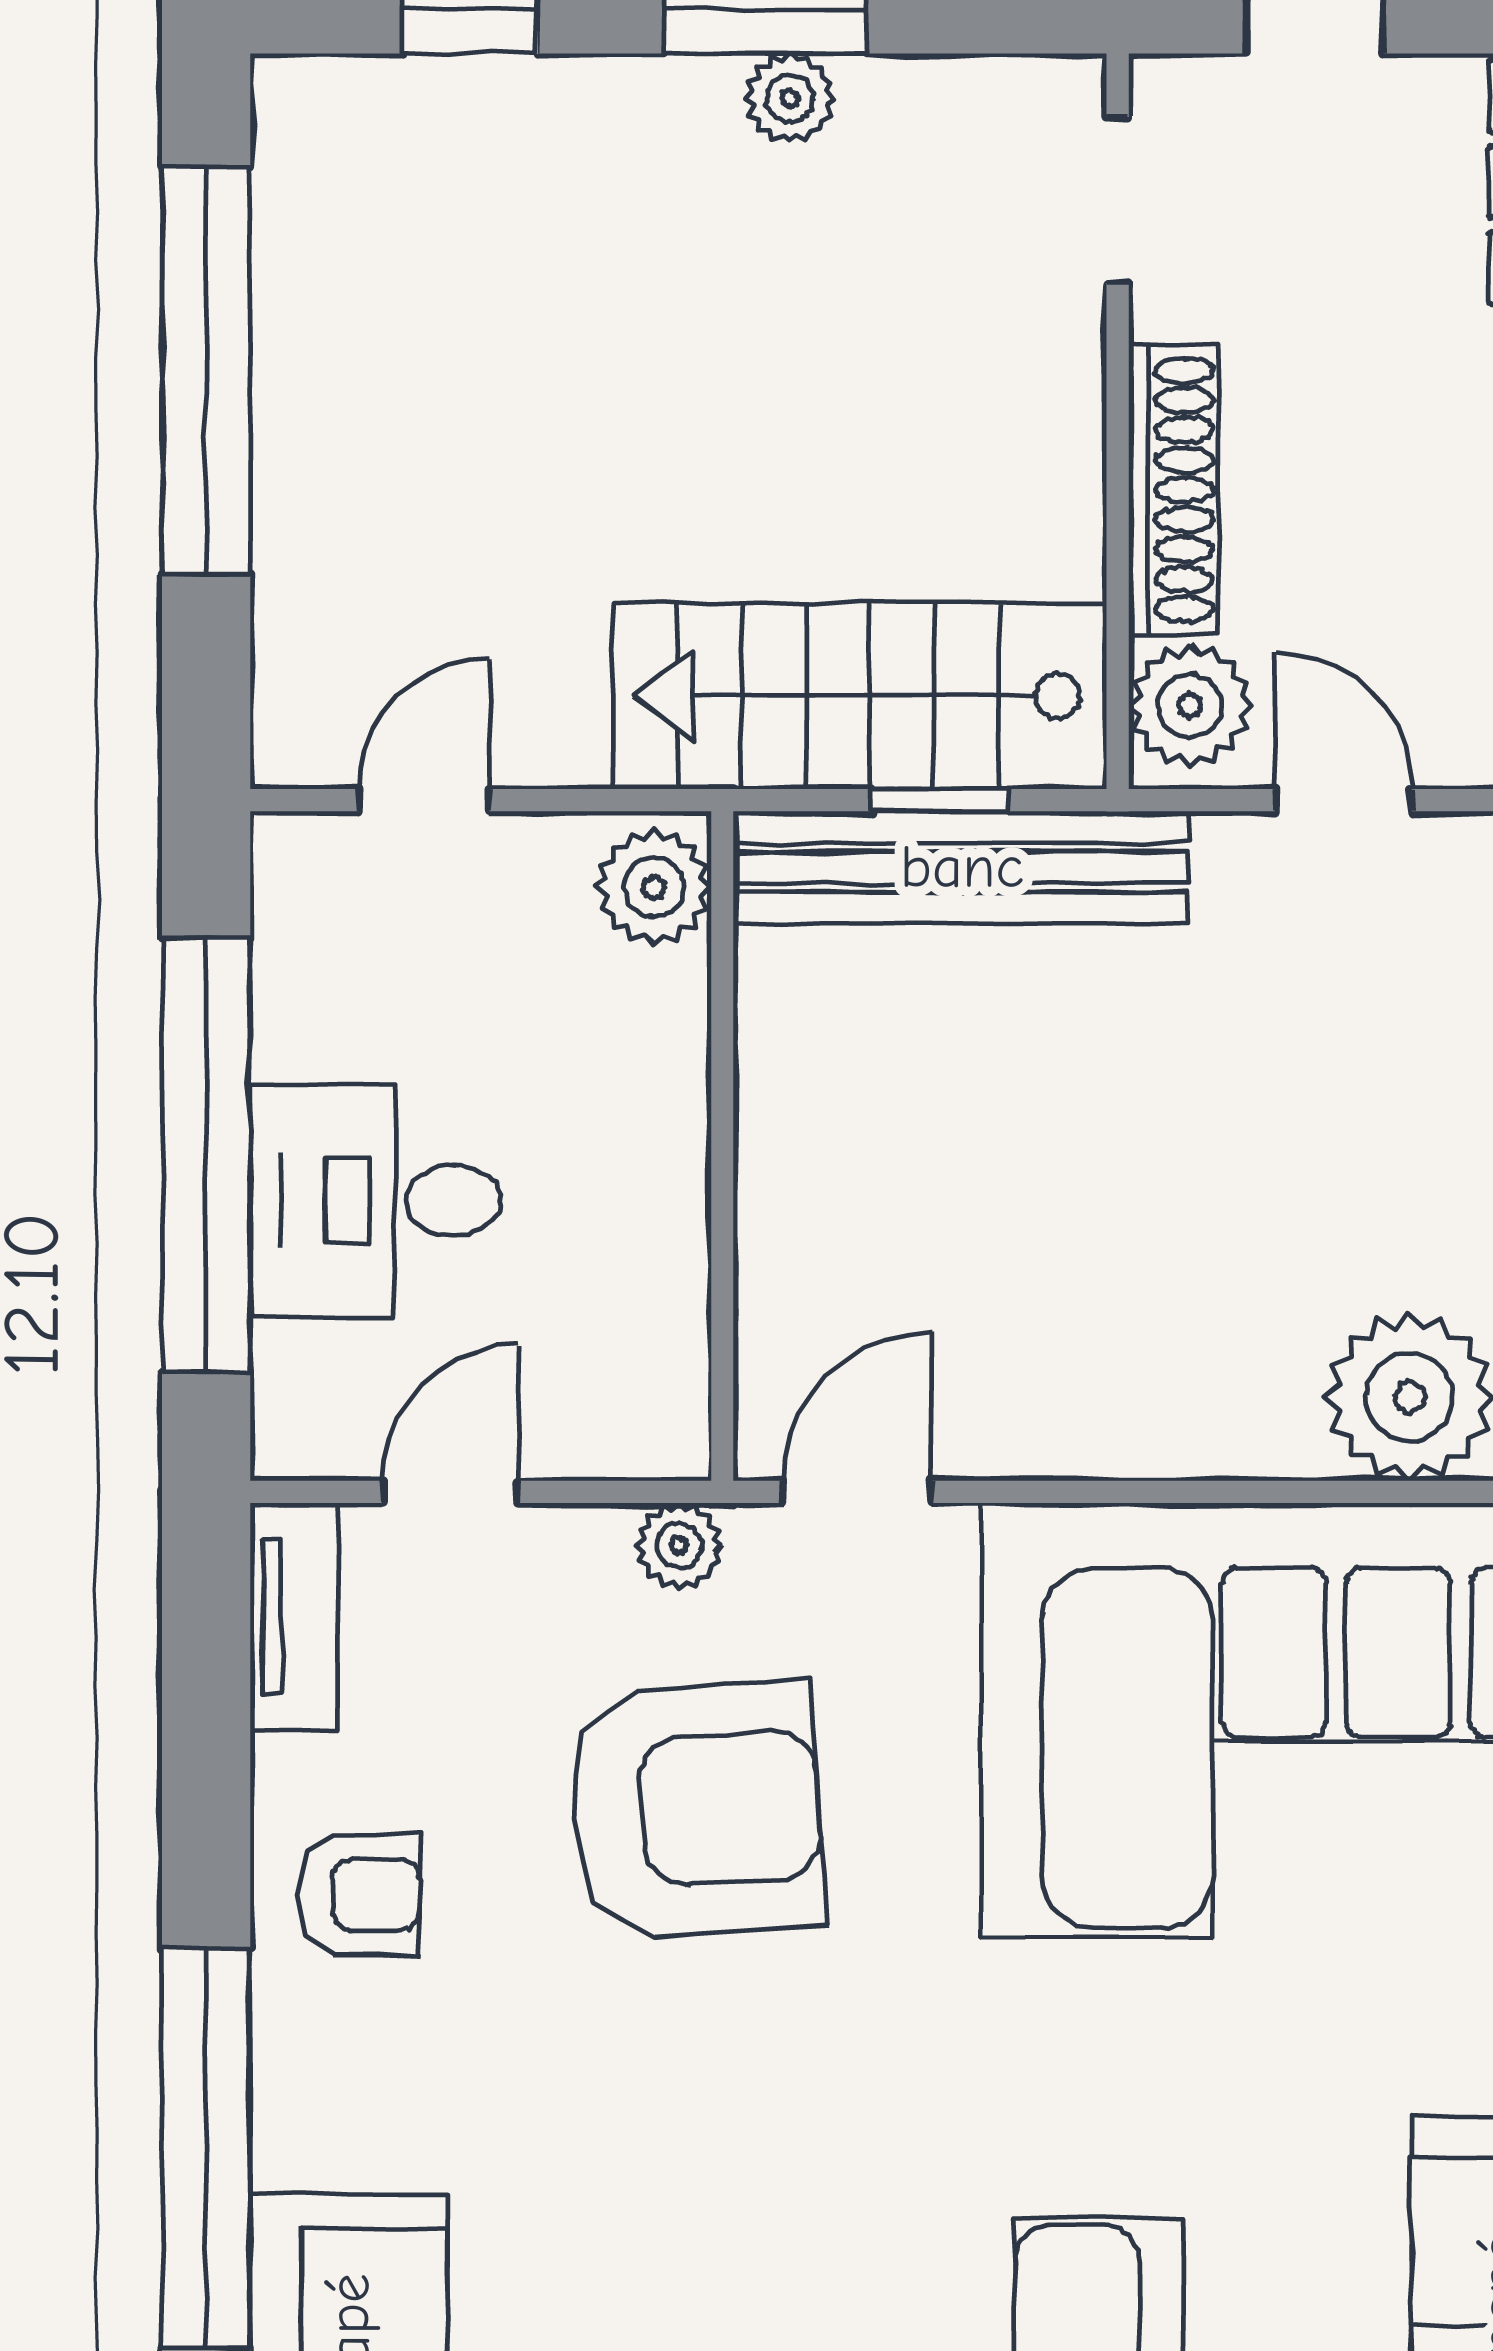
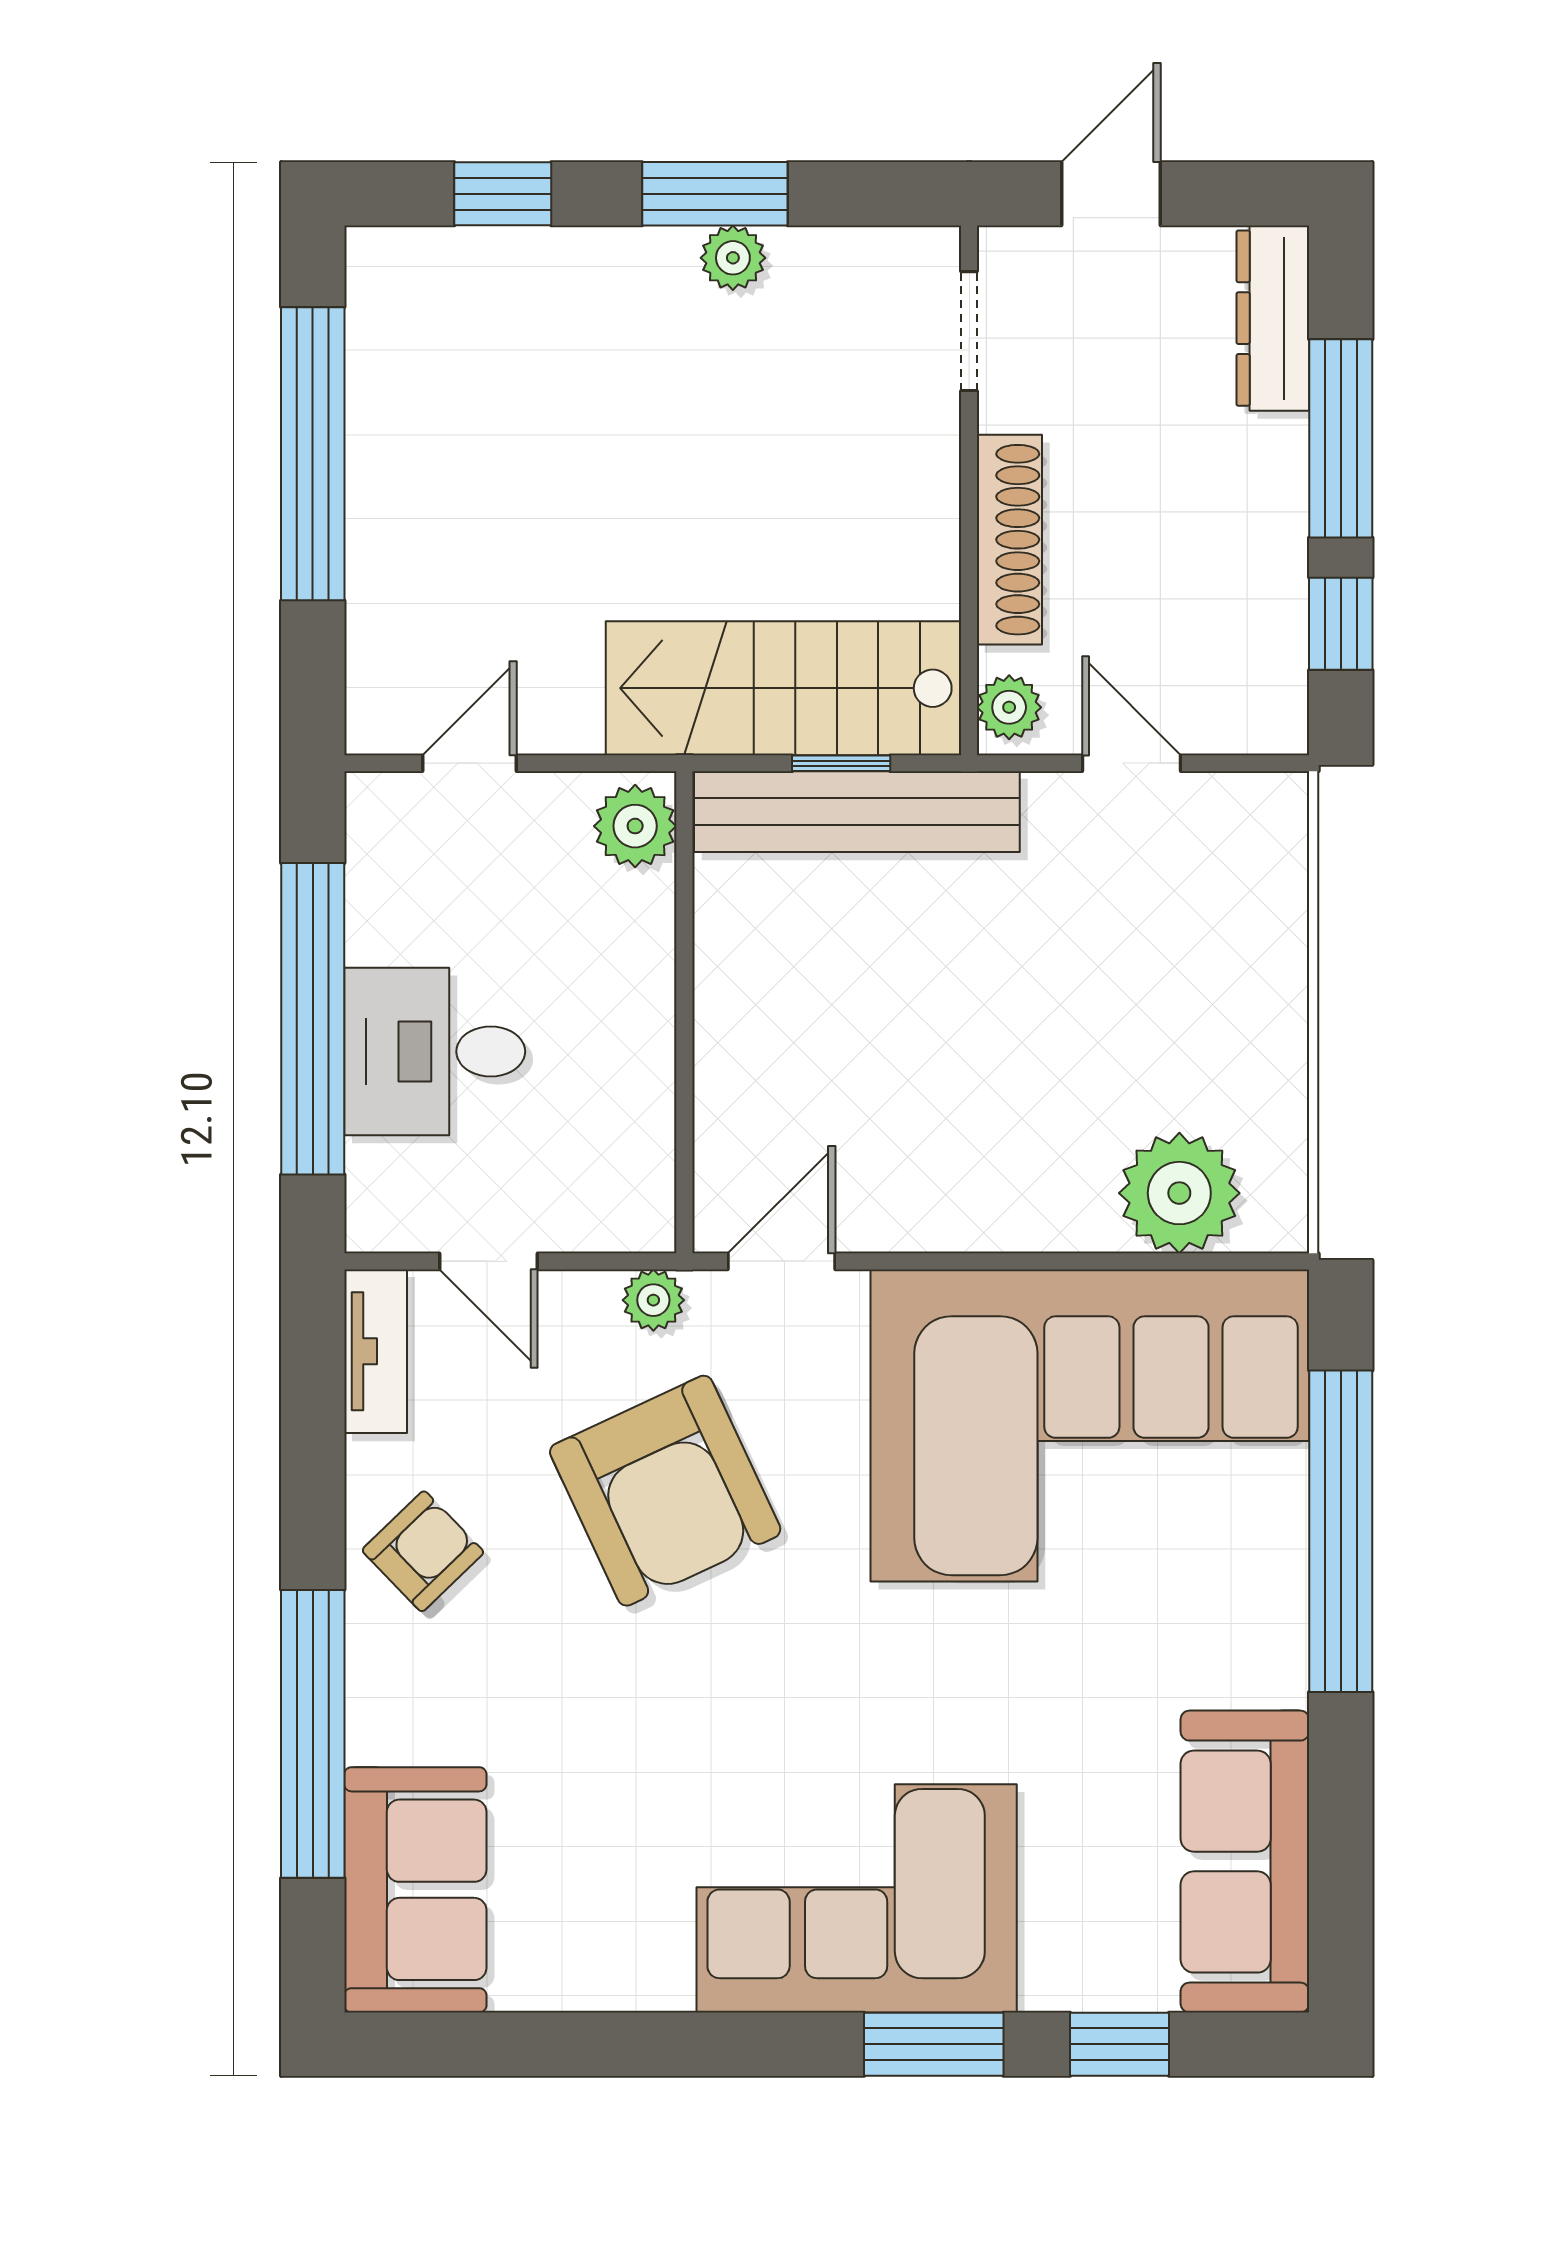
plant: (1190, 706) -> (1009, 707), width x0.73, depth x0.73
door: (450, 1492) -> (489, 1261), swing flipped
armchair: (696, 1810) -> (665, 1491), turned 69
armchair: (359, 1895) -> (423, 1551), turned -44

